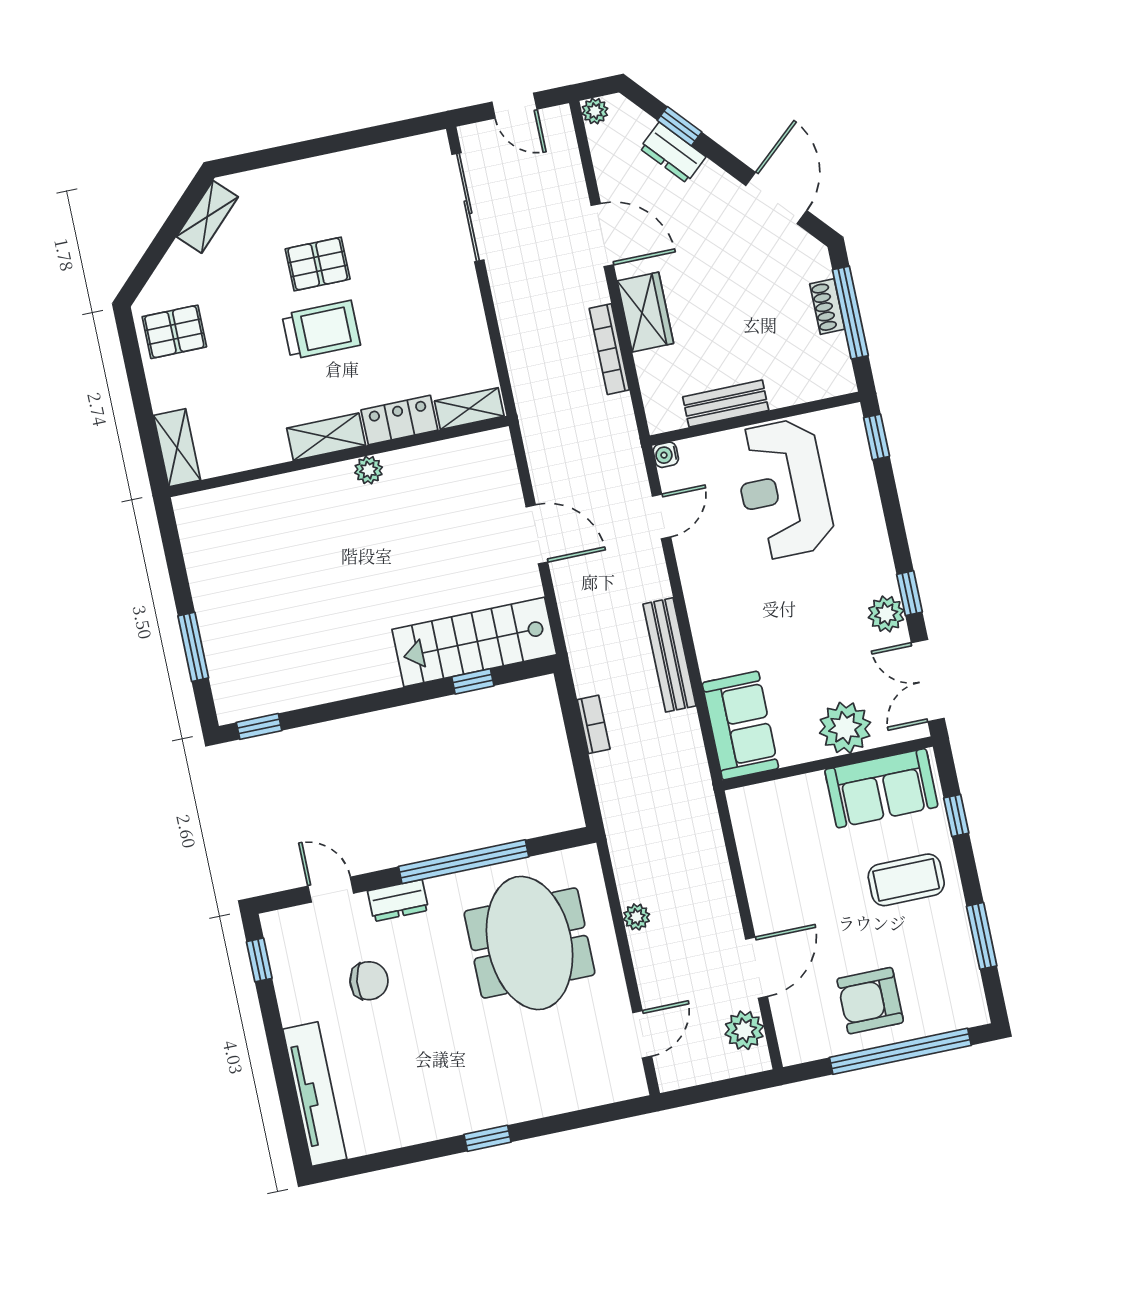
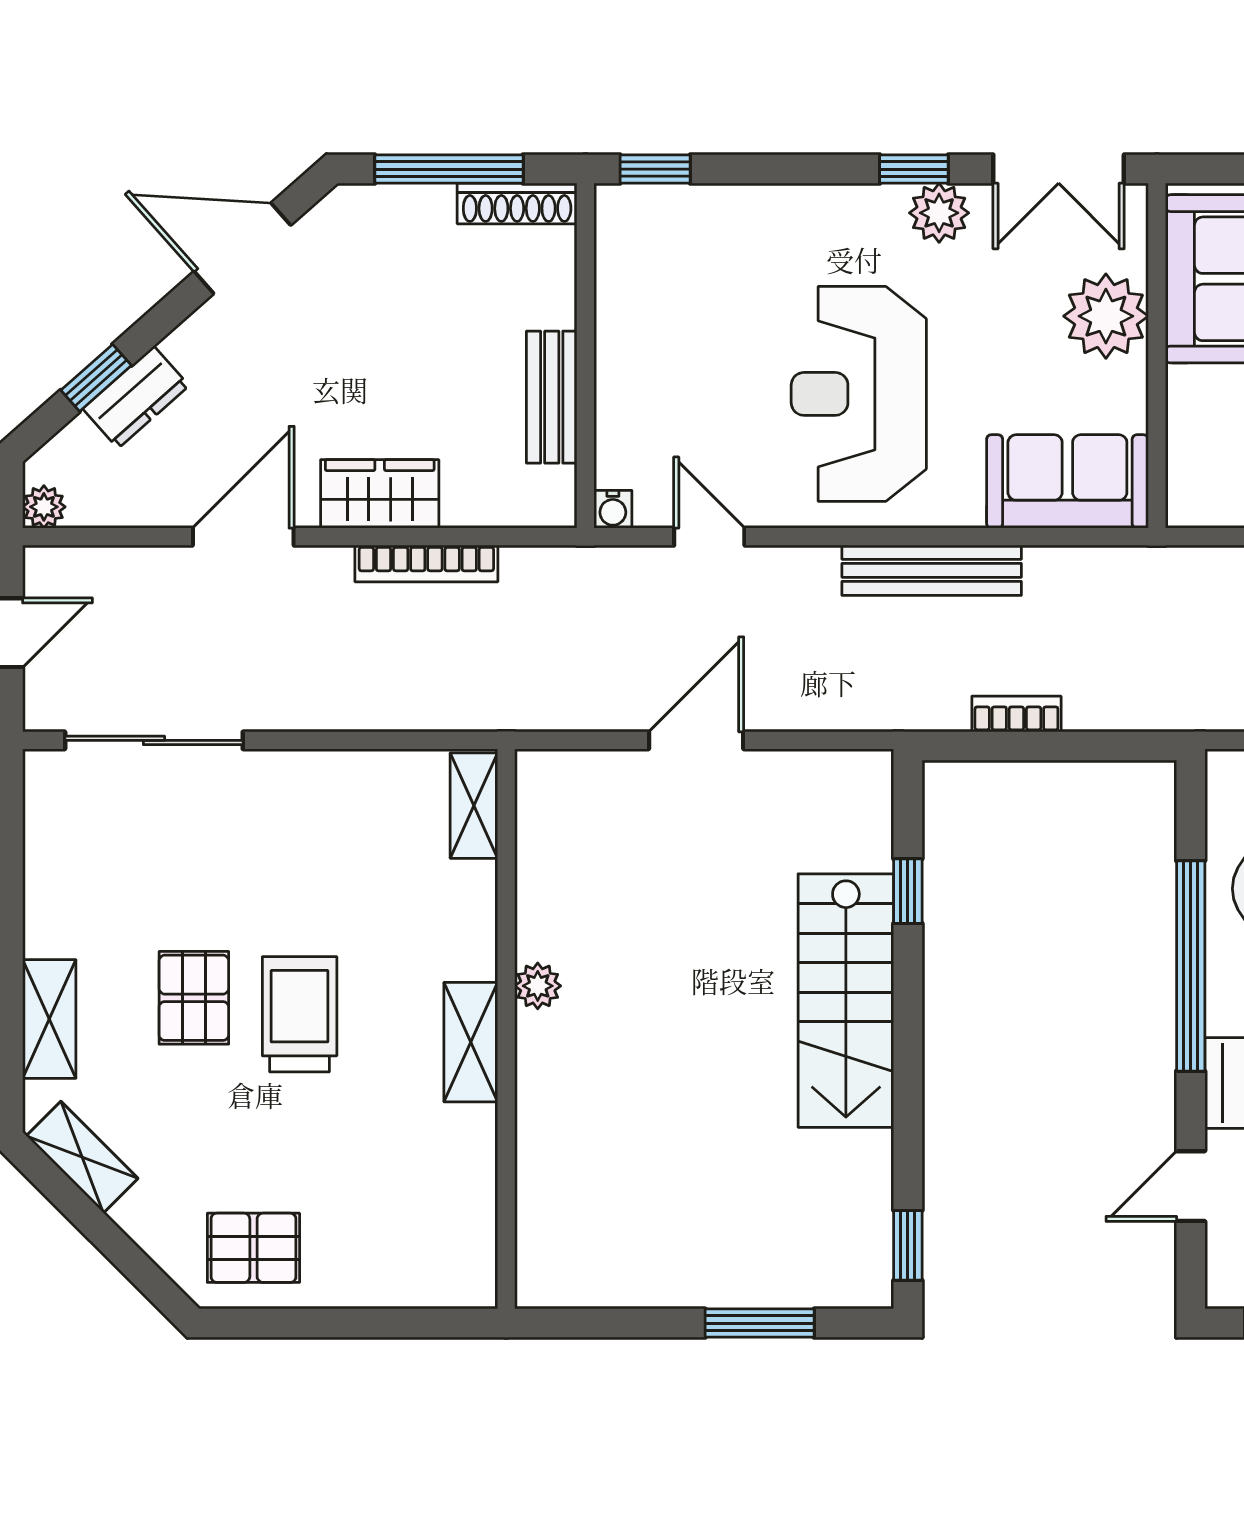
shoe rack: (827, 307) -> (517, 204), moved, width x1.43
pallet: (174, 332) -> (253, 1248), turned 90
locker: (399, 420) -> (469, 920), removed
shelving: (177, 448) -> (49, 1019), moved, turned 90
reception desk: (783, 489) -> (859, 394), moved, turned 90
stairs: (474, 642) -> (846, 1001), moved

